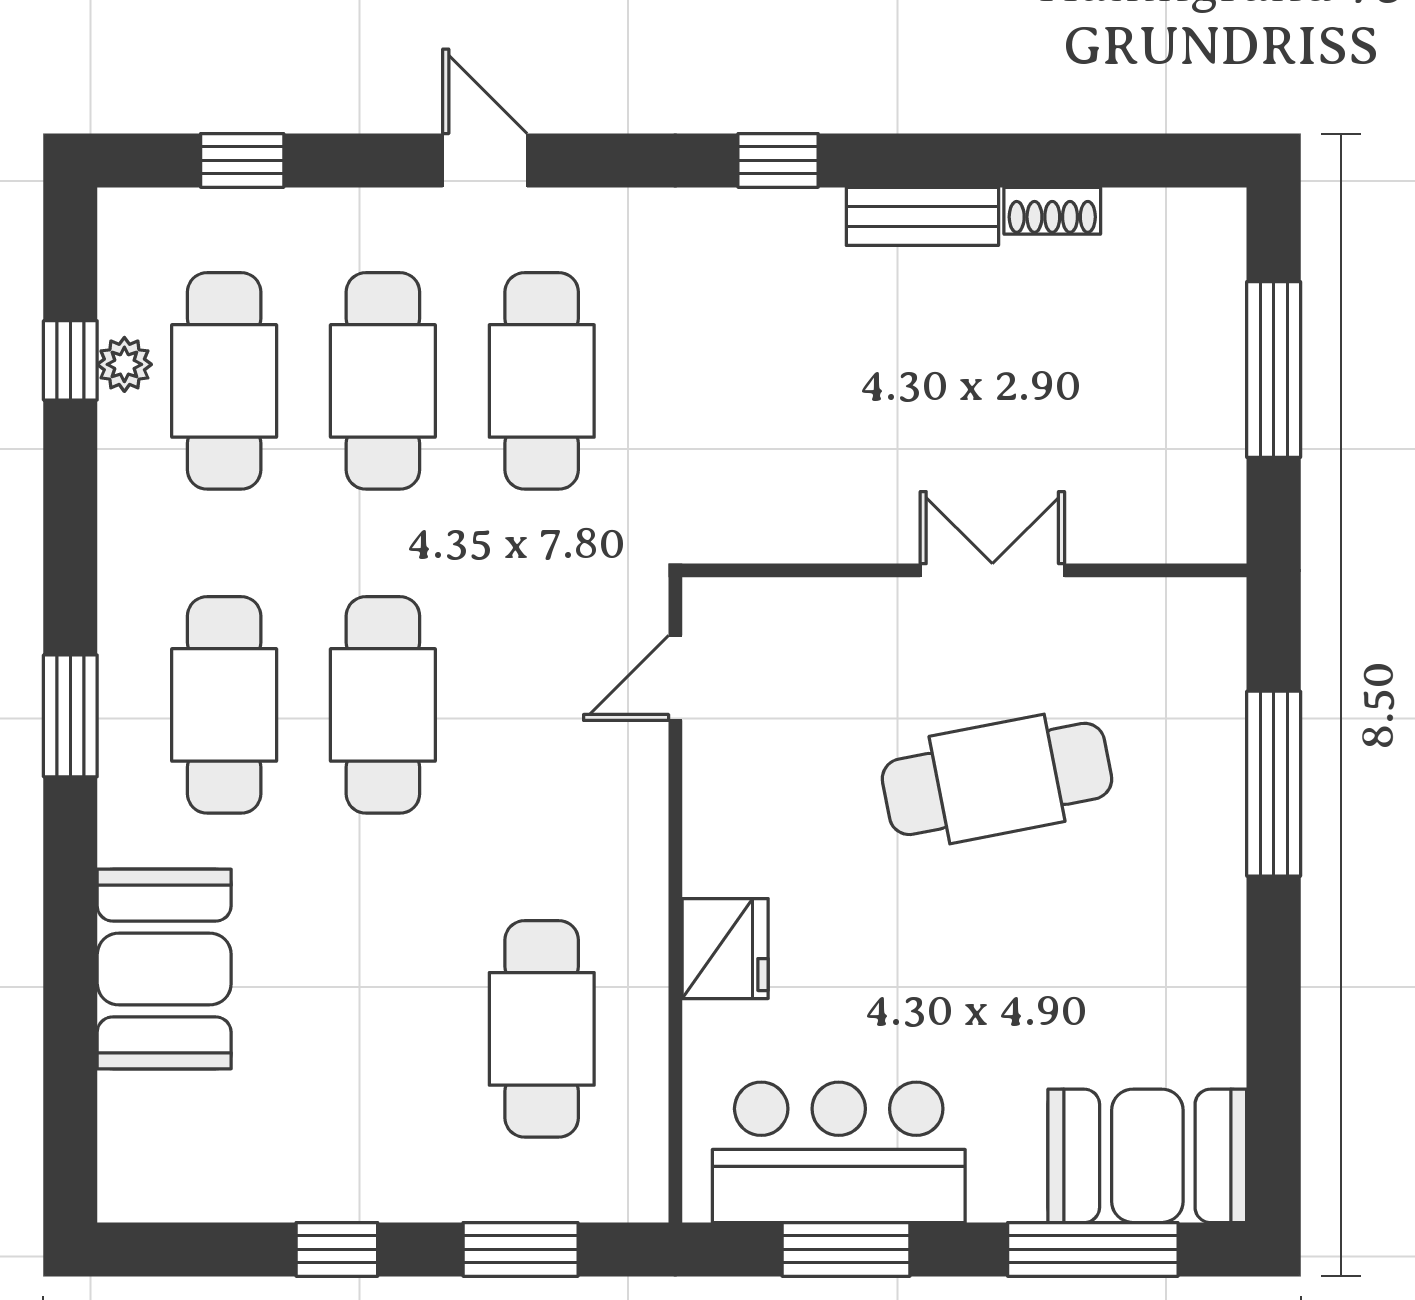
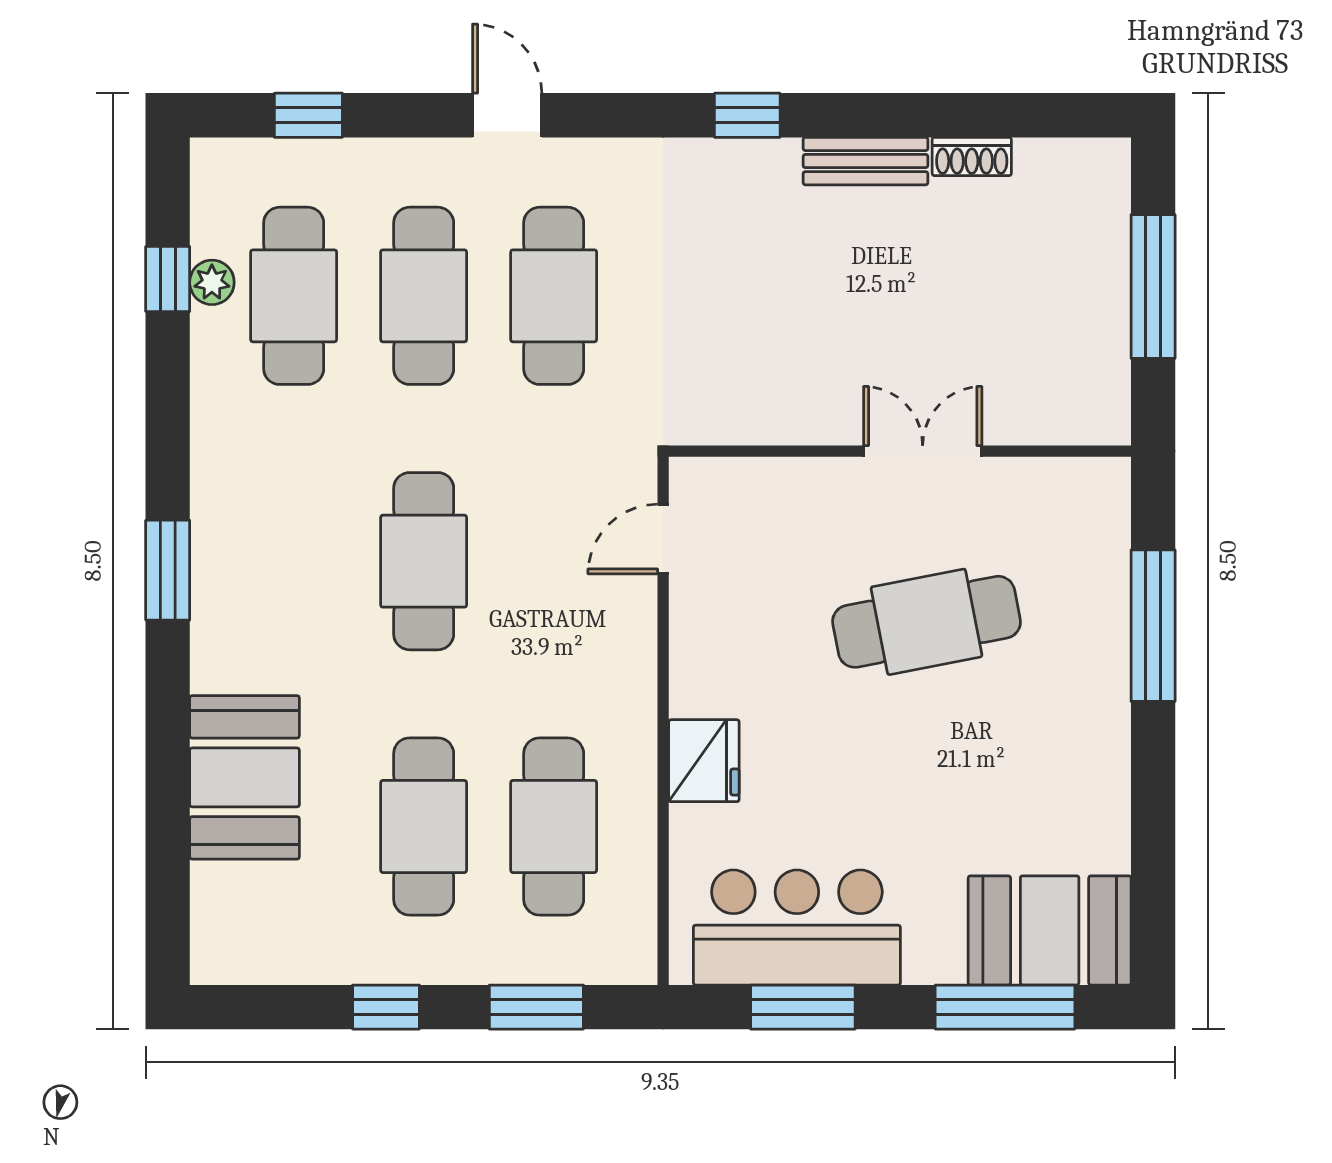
cafe table: (224, 705) -> (424, 826), moved

